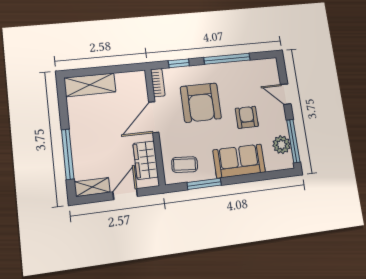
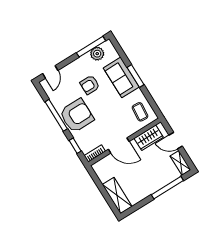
door: (286, 94) -> (50, 72), moved
armchair: (201, 103) -> (77, 116), moved
window: (204, 184) -> (135, 76), moved

